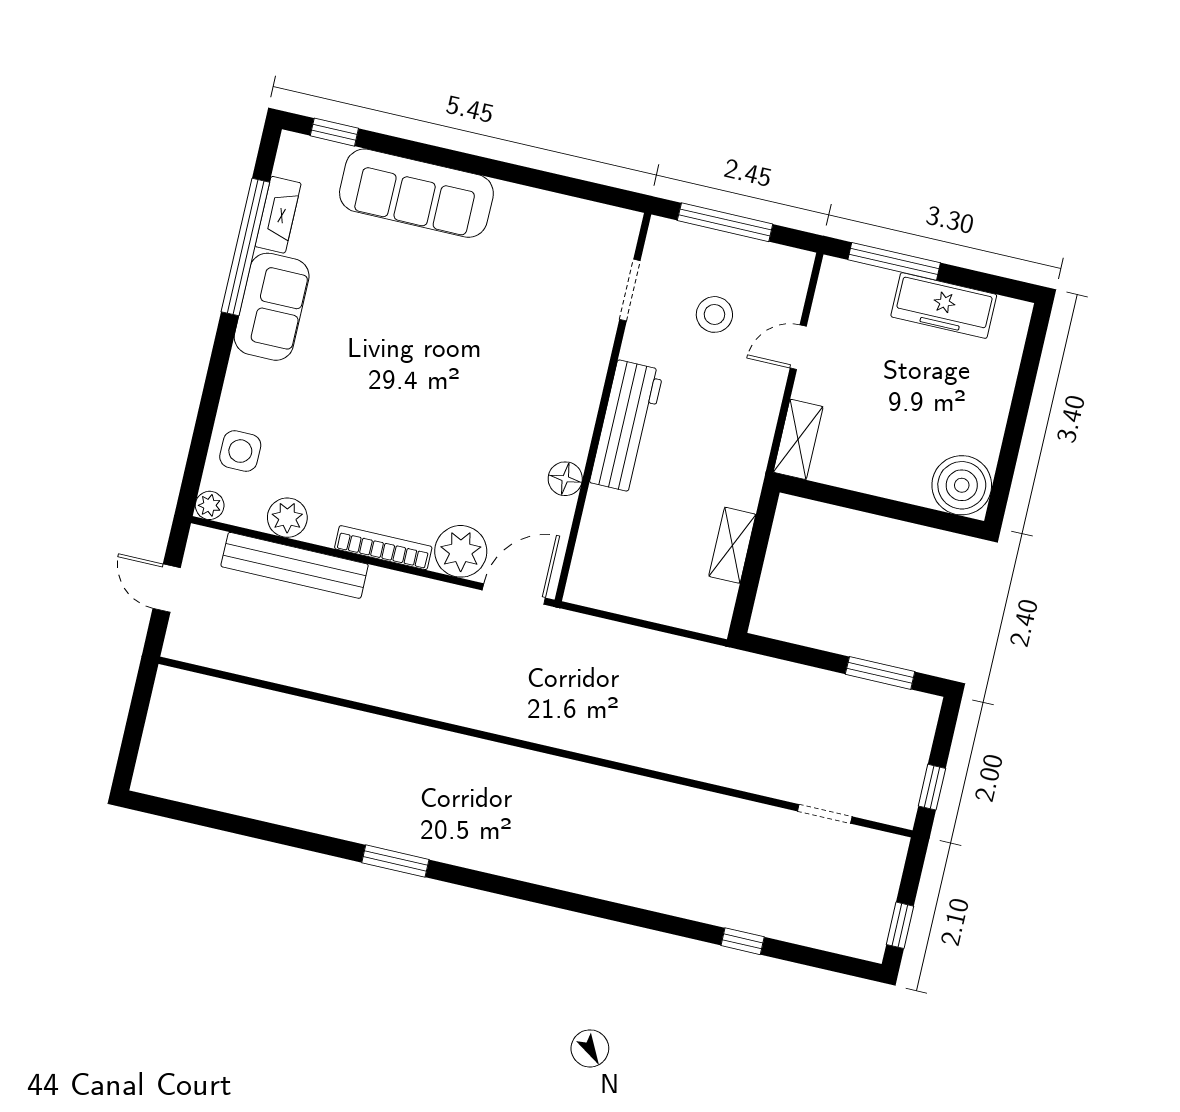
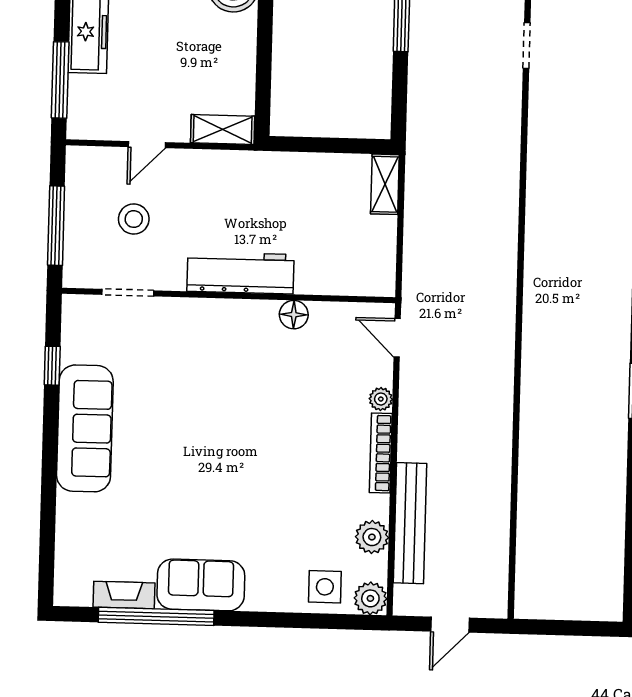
window: (334, 132) -> (52, 366), moved
sofa: (416, 193) -> (85, 428), moved
door: (798, 347) -> (147, 145), hinge flipped
plant: (210, 505) -> (370, 598), width x1.38, depth x1.38
shelving: (732, 545) -> (385, 184), moved, turned 90
plant: (461, 551) -> (381, 399), width x0.53, depth x0.53
door: (514, 594) -> (397, 338), width x0.73

